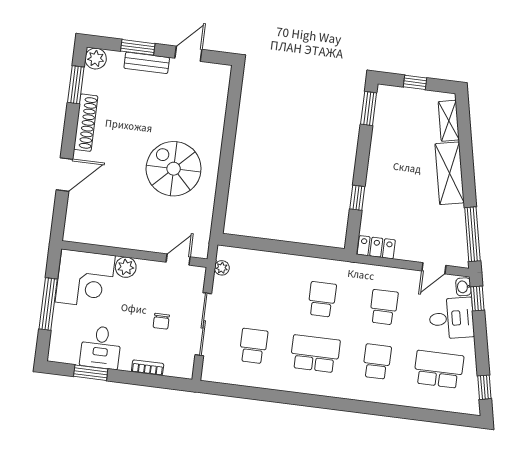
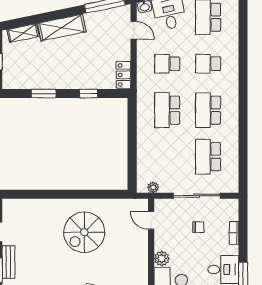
window: (369, 108) -> (44, 94), moved
school desk: (322, 299) -> (167, 110), width x1.85
school desk: (253, 346) -> (208, 157), width x1.85

